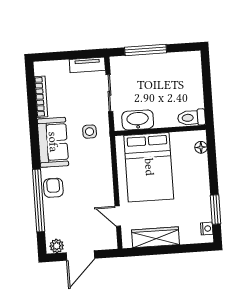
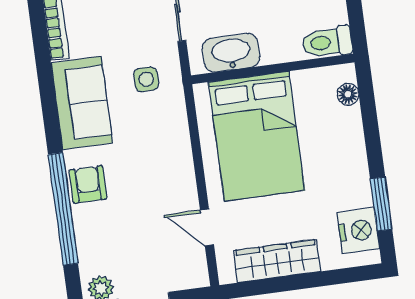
nightstand: (207, 229) -> (358, 231), width x1.89, depth x1.79

